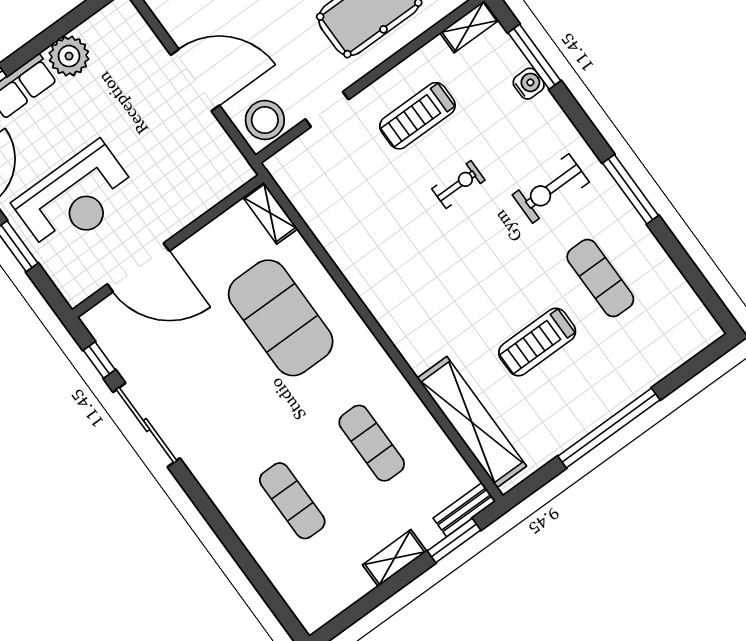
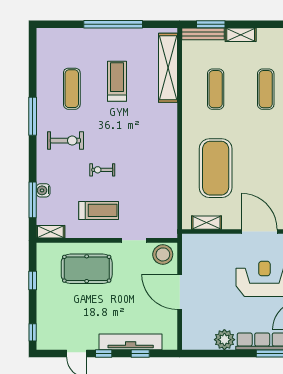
shelving: (270, 213) -> (207, 223), moved, turned 90
treadmill: (537, 342) -> (117, 81), turned -90
bench: (464, 510) -> (203, 34), width x1.36

